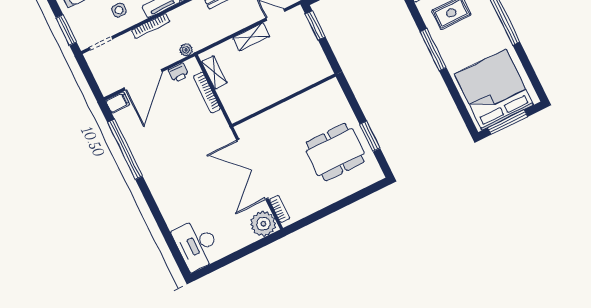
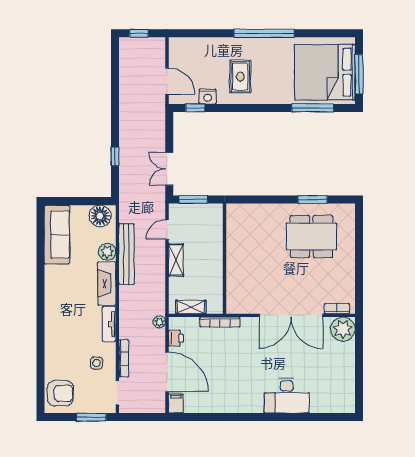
bookcase: (151, 26) -> (124, 358), moved
window: (433, 50) -> (313, 108), moved
bookcase: (207, 92) -> (220, 322), moved
wall: (284, 100) -> (225, 259), moved
window: (125, 149) -> (220, 417), removed
dining table: (335, 152) -> (311, 236), turned 90
desk: (197, 245) -> (287, 396), moved

